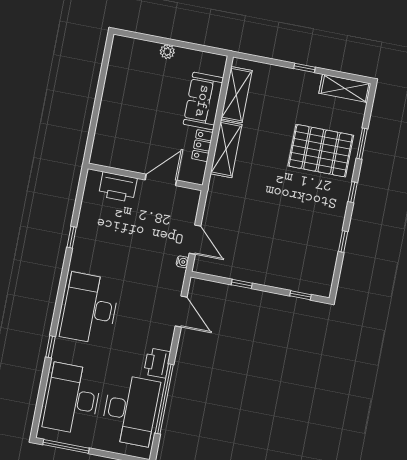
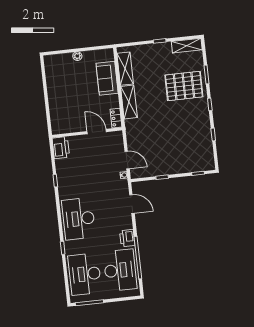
locker: (202, 146) -> (116, 118), moved
door: (161, 180) -> (97, 132), hinge flipped
printer: (118, 187) -> (61, 148), moved, turned -90

